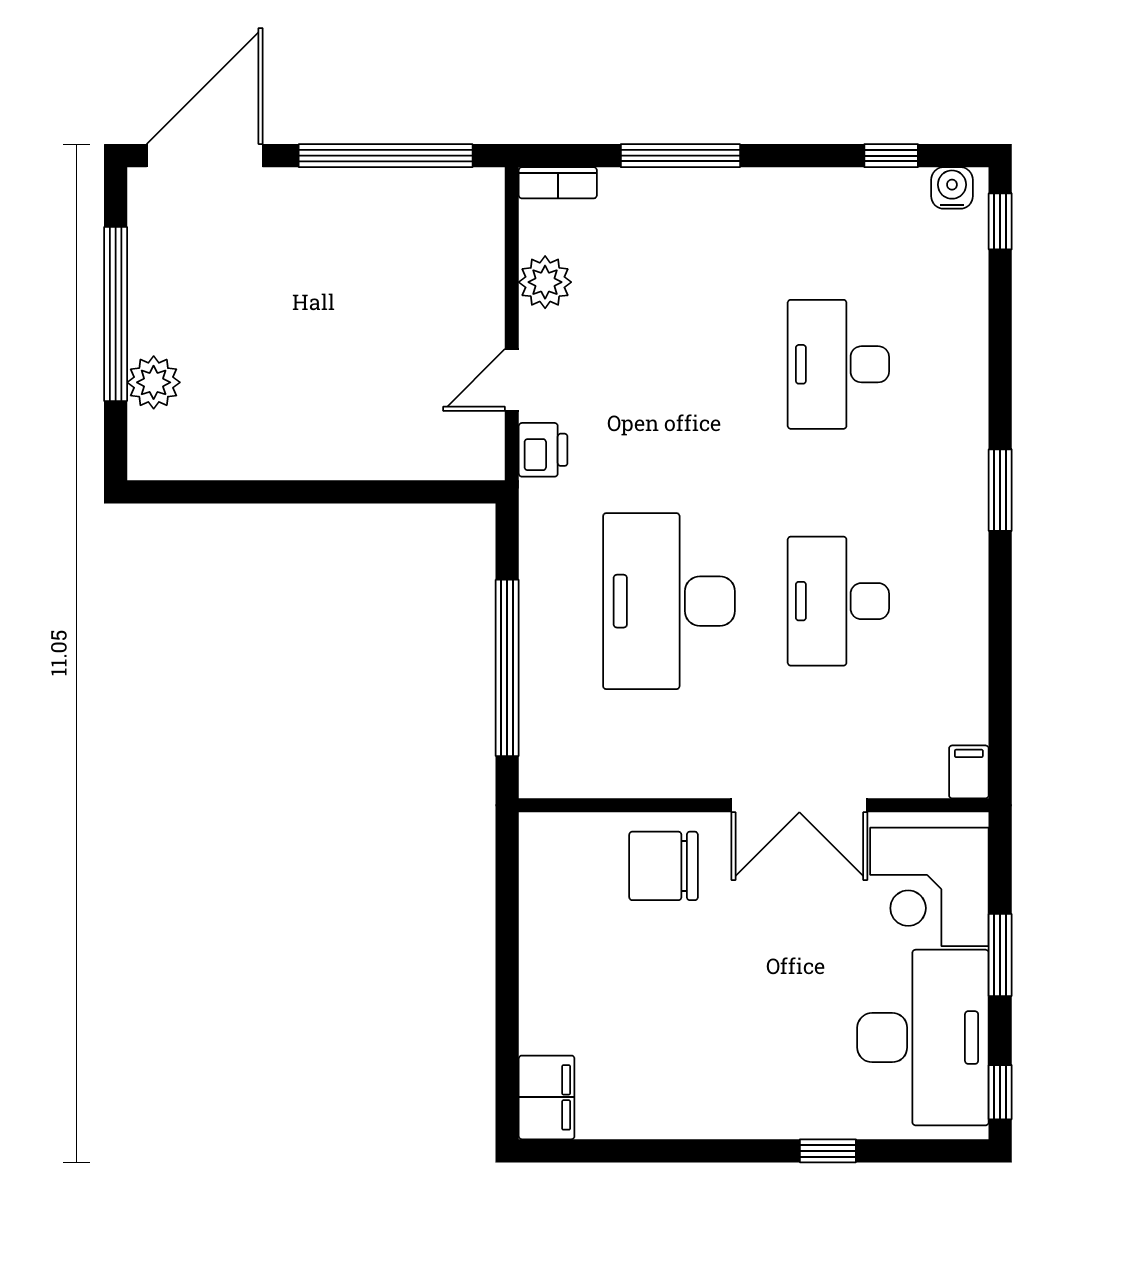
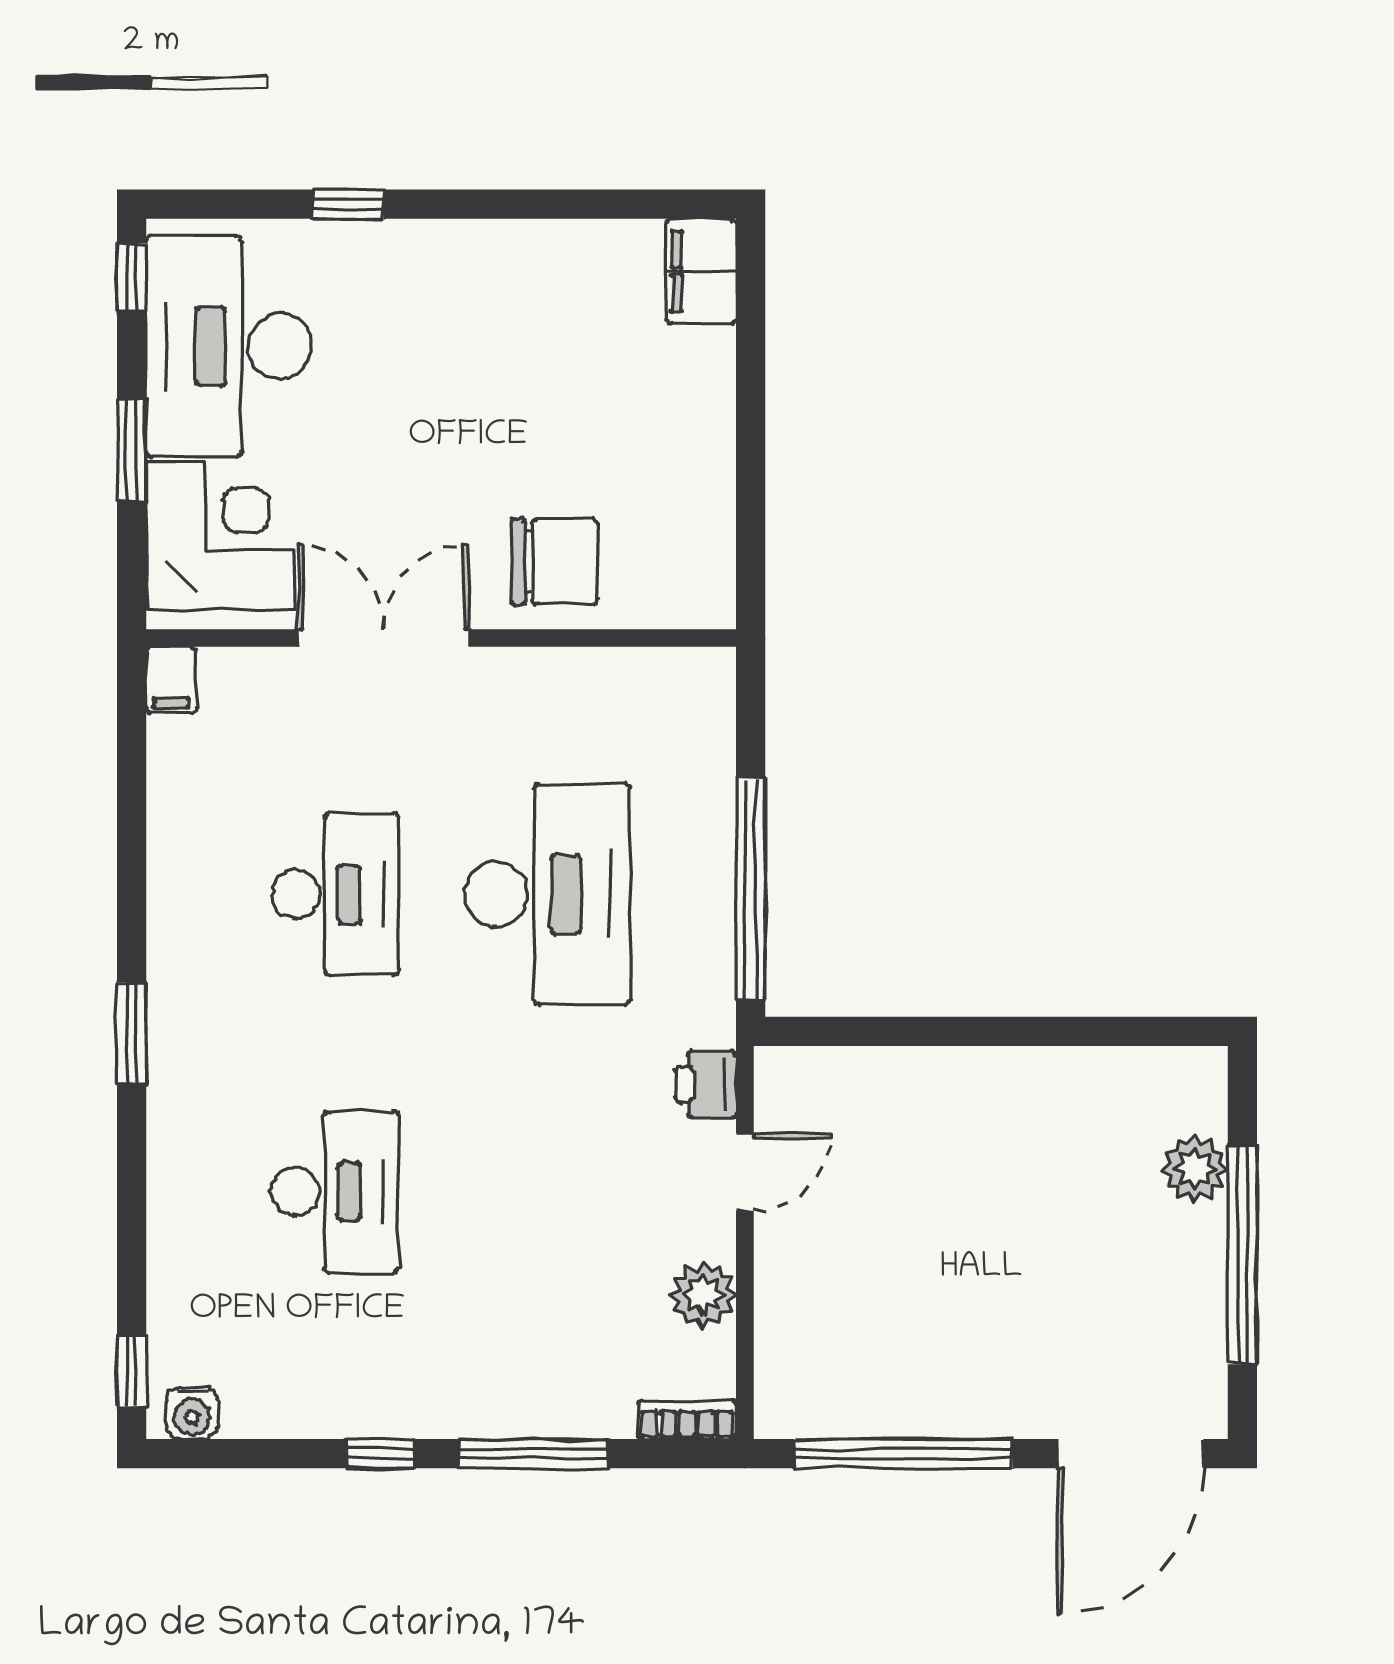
window: (891, 156) -> (380, 1454), moved
window: (507, 668) -> (751, 889), moved

